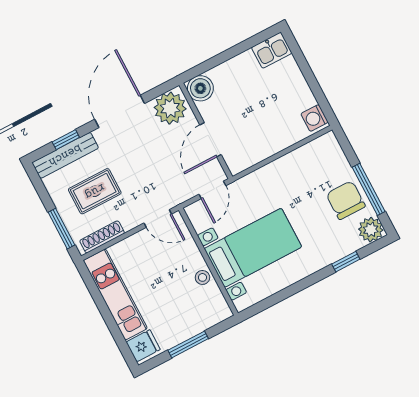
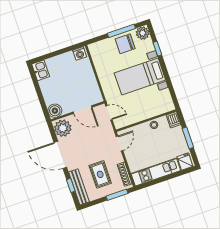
bed with nightstands: (253, 248) -> (140, 76), moved, turned -90
dishwasher: (218, 312) -> (174, 120), added

